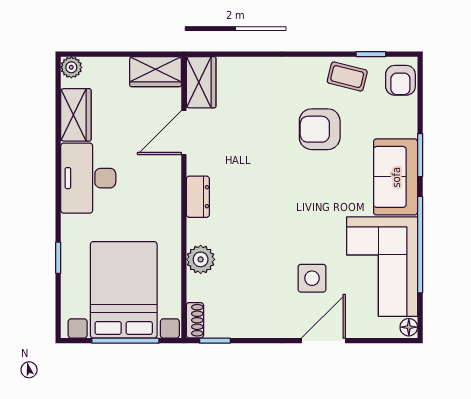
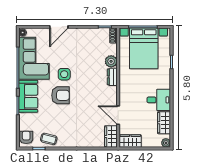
armchair: (320, 129) -> (61, 95), moved
door: (184, 133) -> (118, 115), swing flipped
desk: (88, 178) -> (159, 100), width x0.73
dresser: (198, 197) -> (112, 77), moved
side table: (312, 278) -> (64, 74), moved

